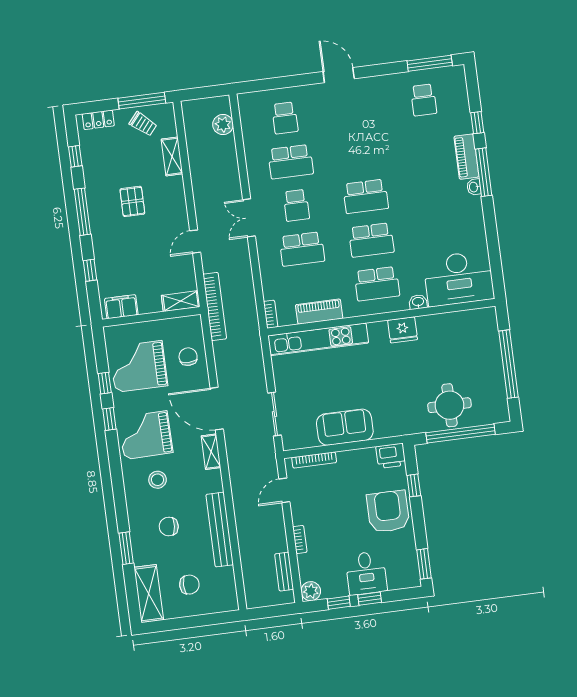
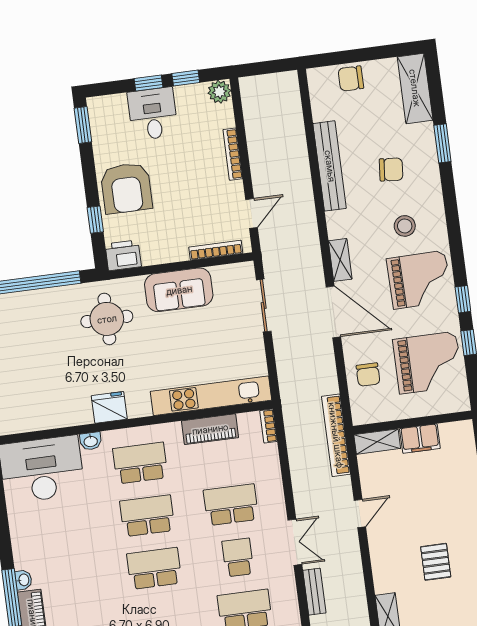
filing cabinet: (121, 307) -> (420, 439), moved
round table: (449, 405) -> (107, 319), moved
bookcase: (300, 539) -> (233, 154), width x1.56
bench: (284, 572) -> (314, 592), moved
chair: (189, 585) -> (351, 79), moved

